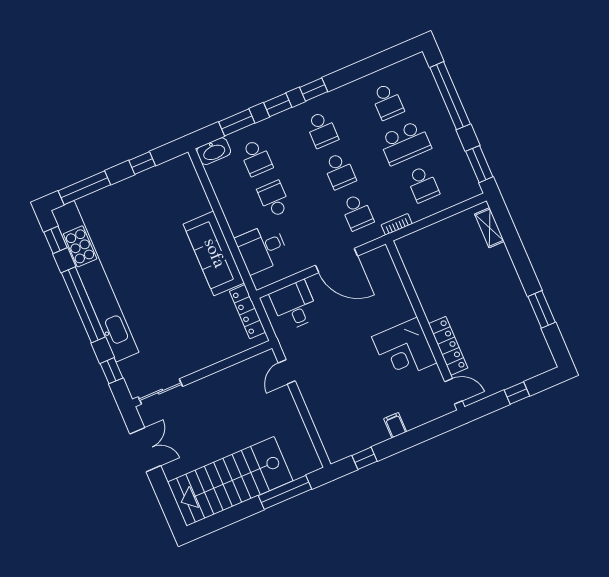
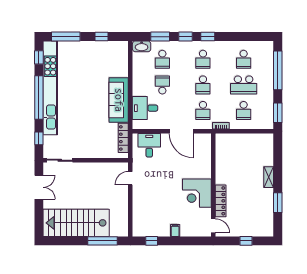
shelving: (489, 228) -> (269, 177), moved

